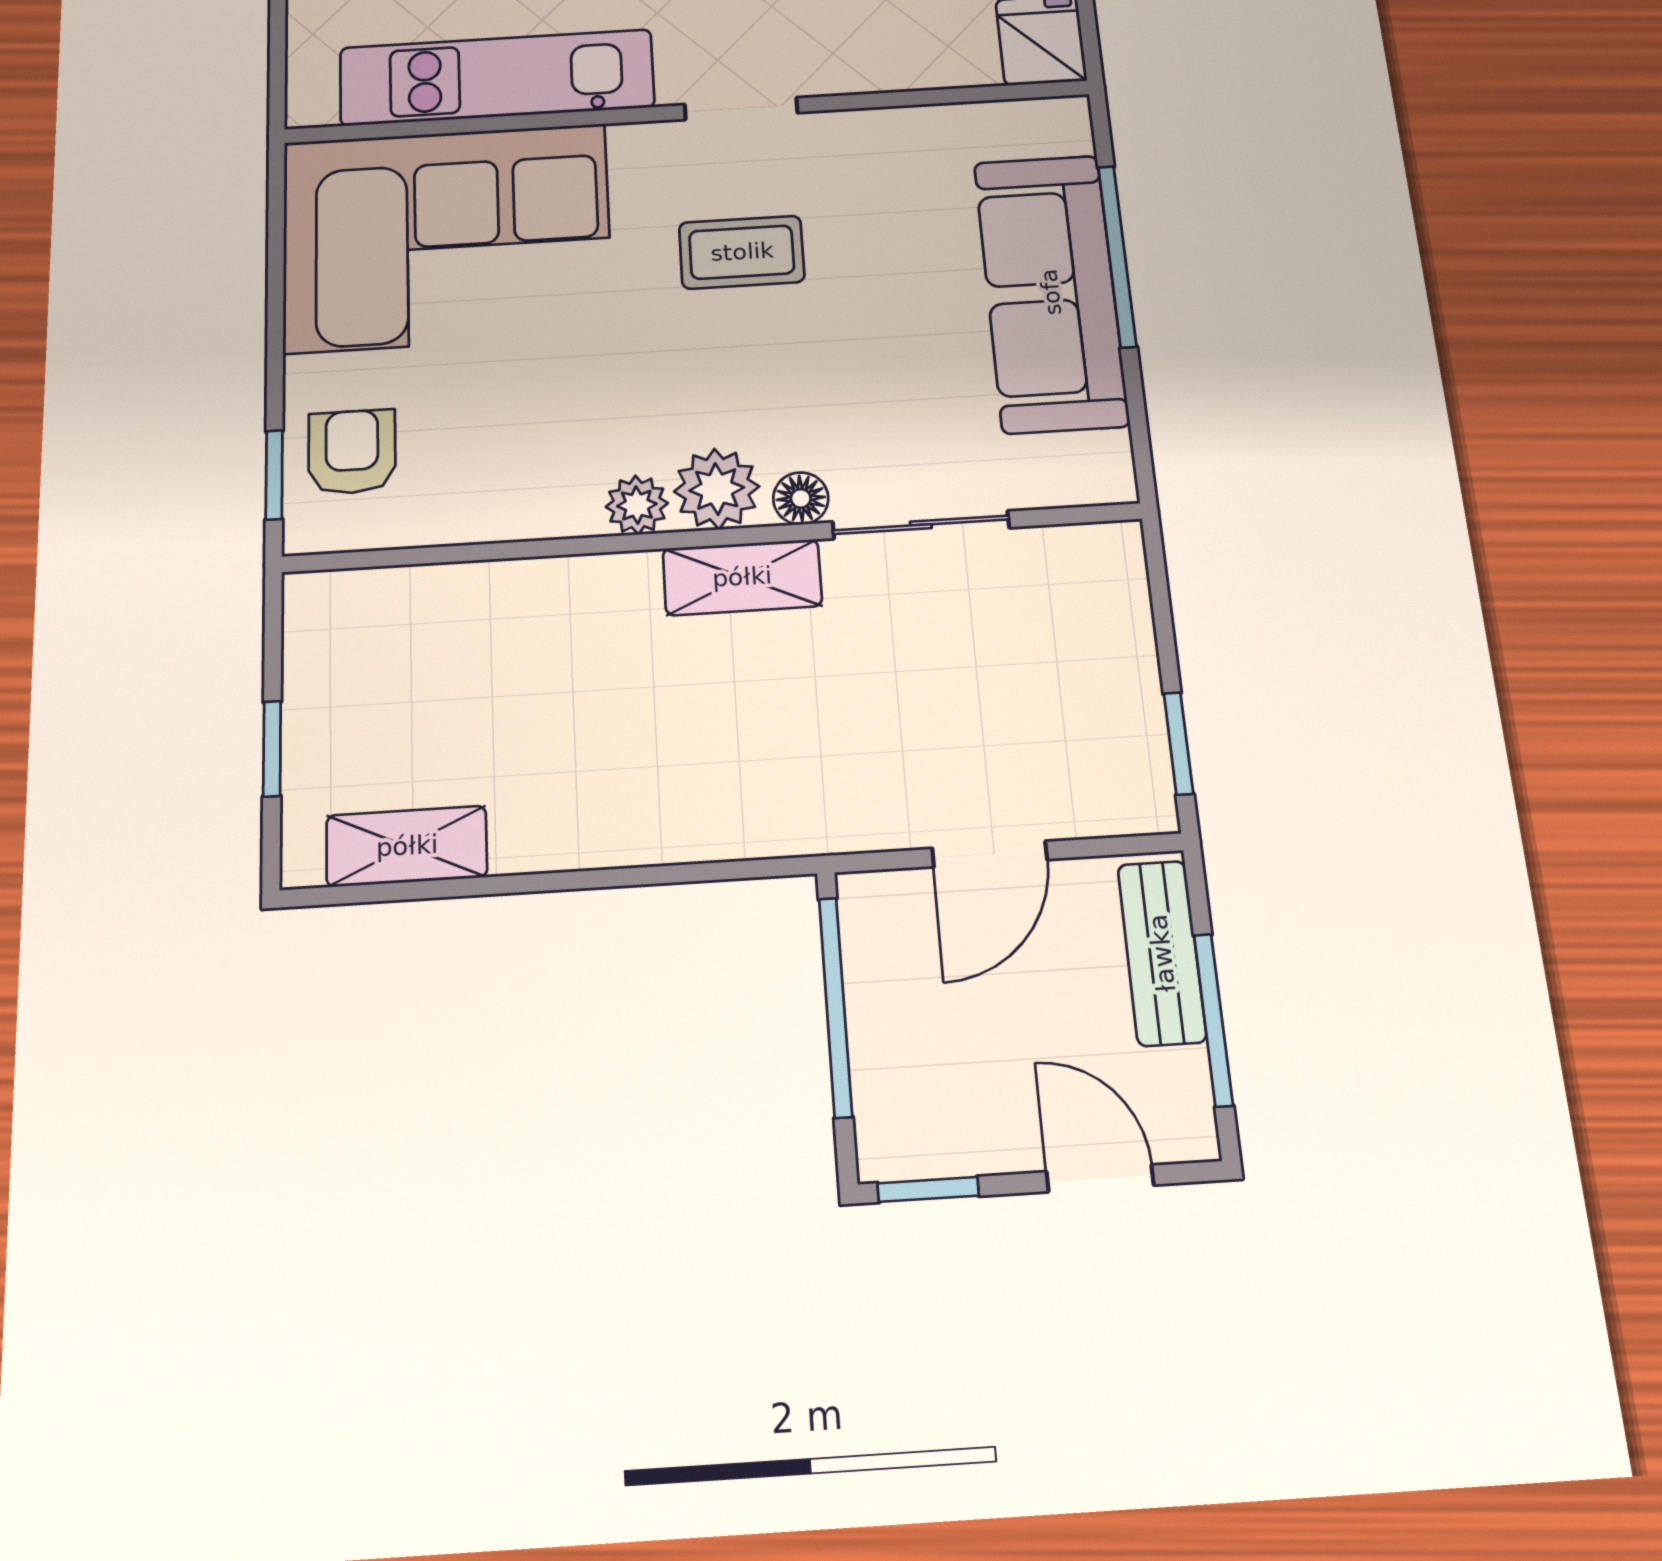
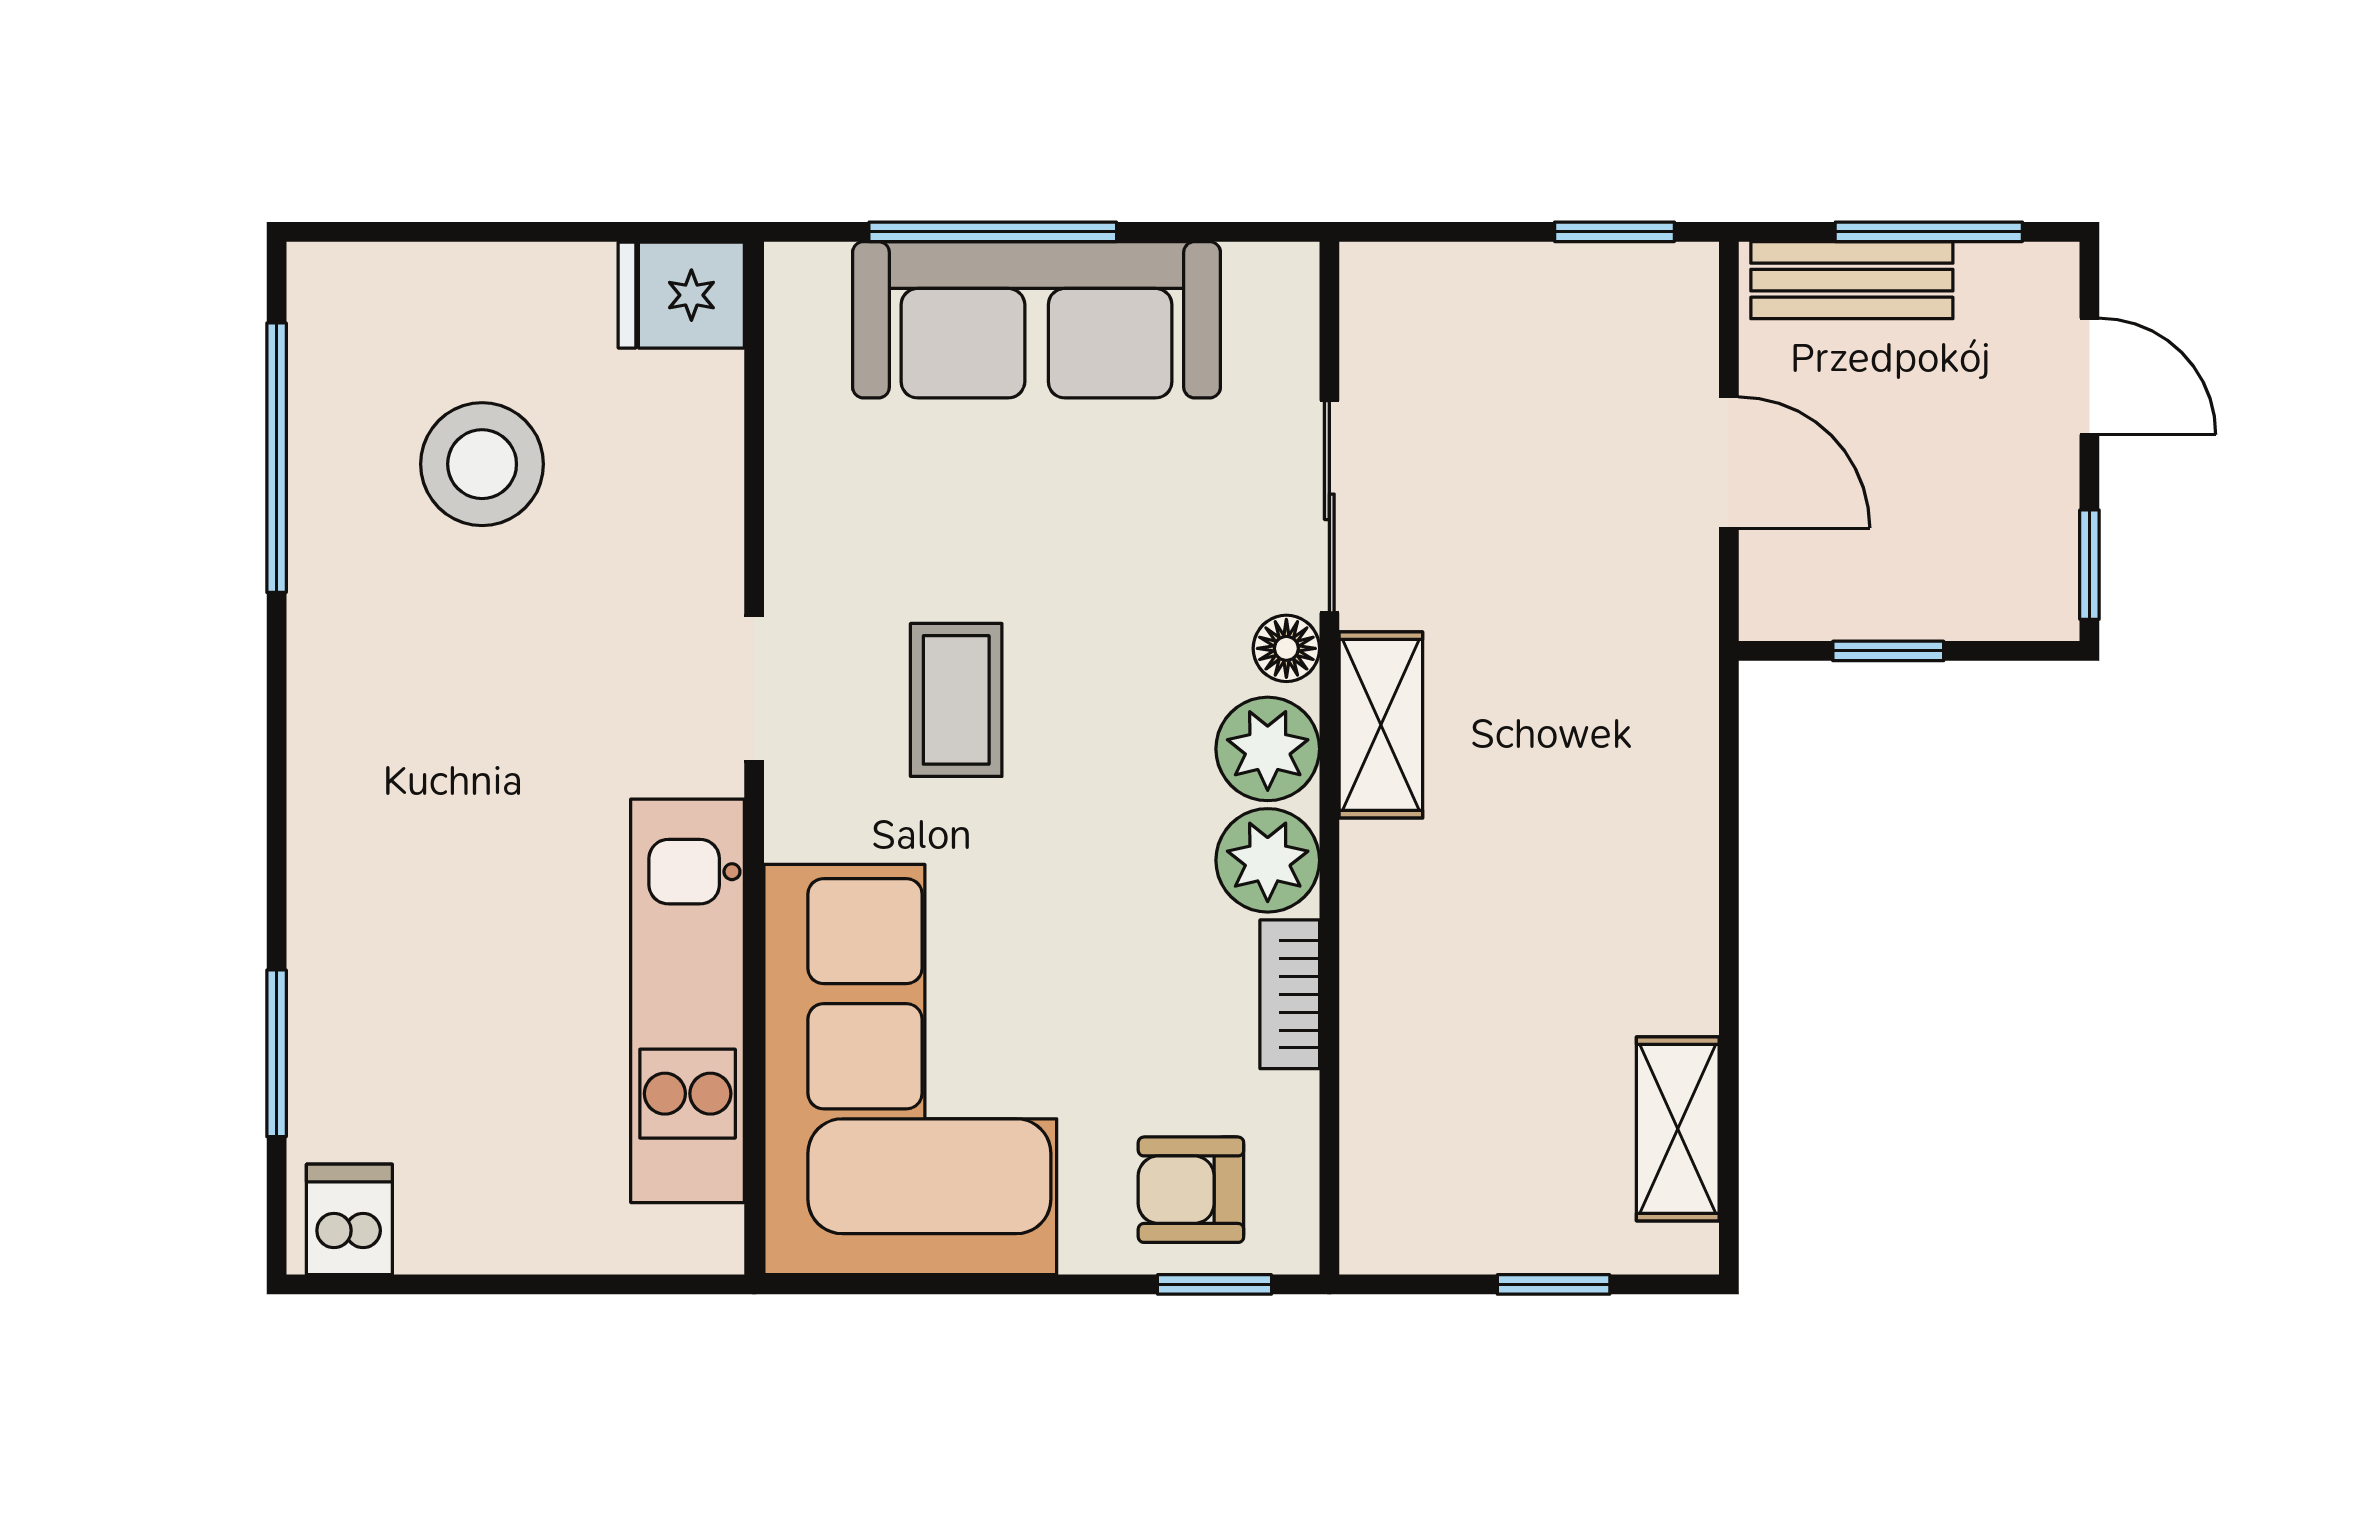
plant: (637, 505) -> (1268, 860), width x1.38, depth x1.38
bookcase: (514, 519) -> (1290, 994), added
window: (835, 1007) -> (1888, 651), width x0.46
door: (1100, 1178) -> (2089, 376), swing flipped

